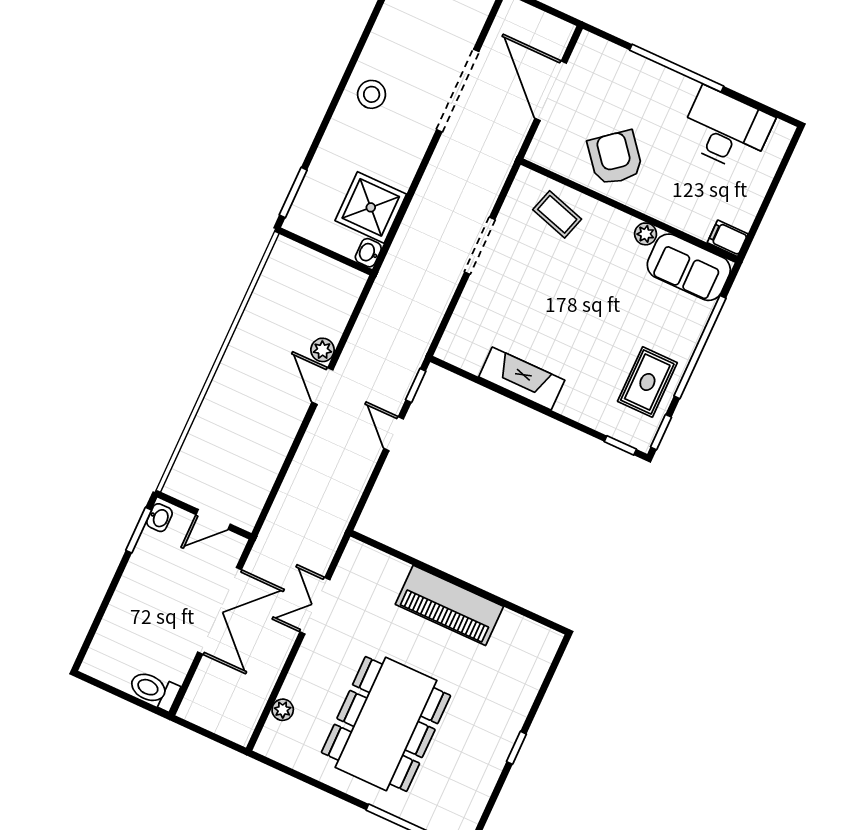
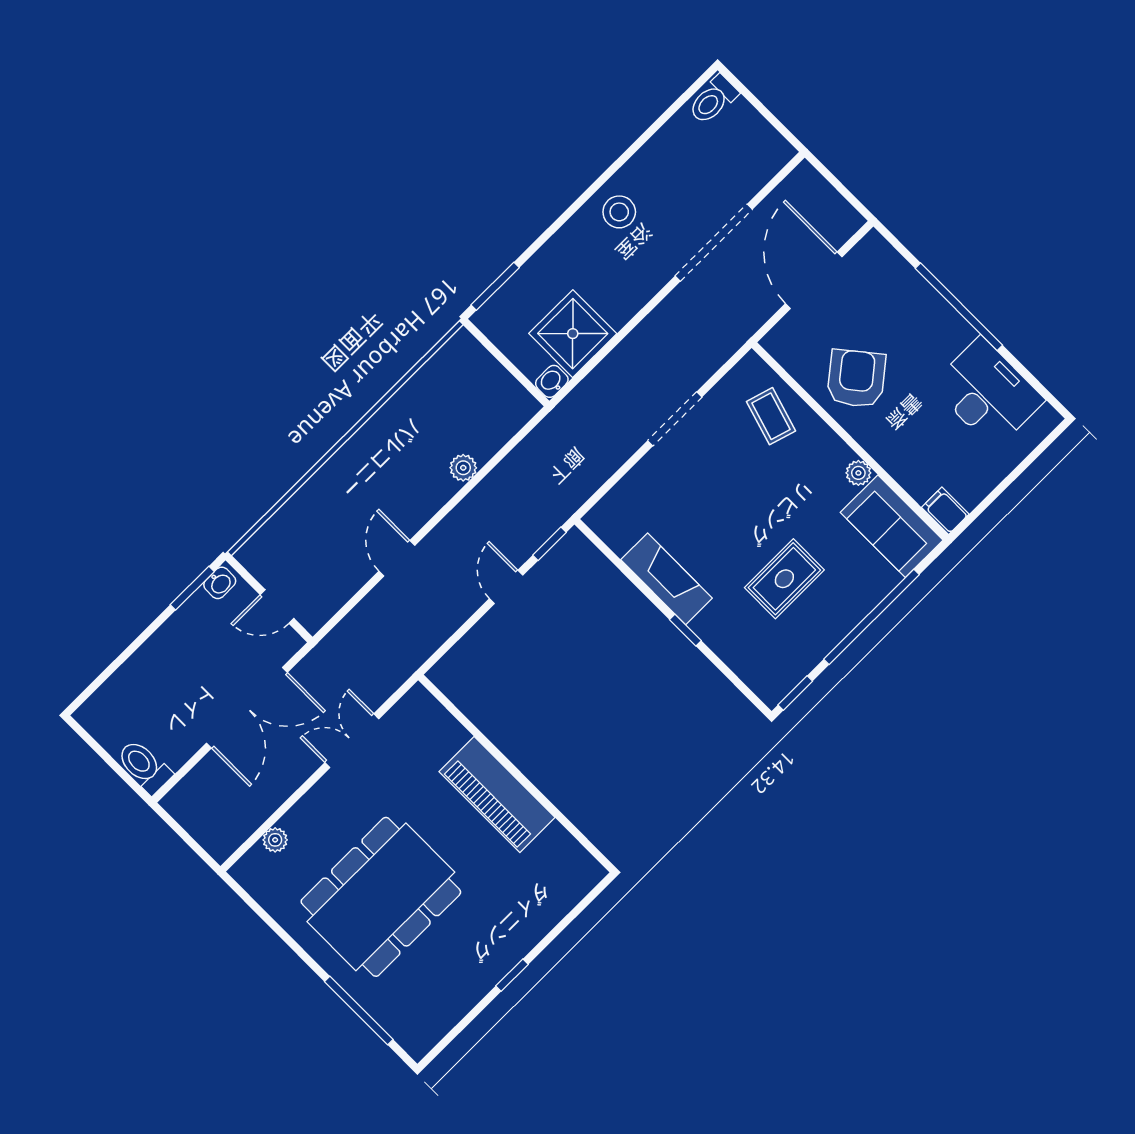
rug: (647, 382) -> (784, 579), moved
door: (322, 386) -> (397, 558), moved
window: (620, 445) -> (685, 630), moved

